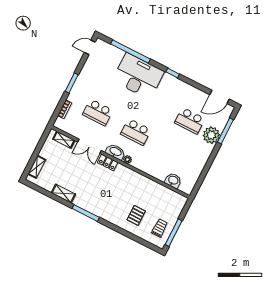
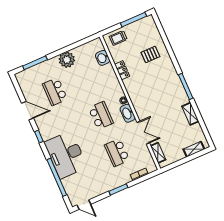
door: (220, 97) -> (28, 111), moved
school desk: (98, 112) -> (117, 153), turned 180
school desk: (190, 121) -> (55, 92), turned 180
plant: (211, 135) -> (67, 60), moved
locker: (108, 162) -> (122, 70), moved
trolley: (160, 228) -> (118, 38), moved

